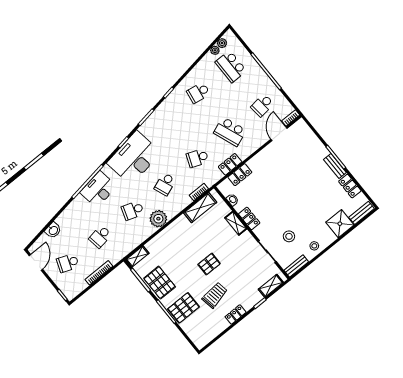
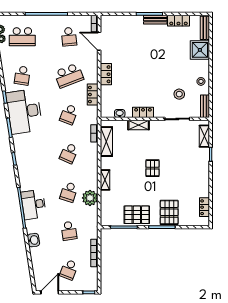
desk: (134, 158) -> (24, 111), moved
locker: (240, 175) -> (106, 74), moved
school desk: (165, 184) -> (69, 153), turned 45
plant: (158, 219) -> (90, 198), moved
washbasin: (53, 230) -> (33, 240), moved
shelving: (137, 257) -> (105, 180), moved
door: (36, 262) -> (50, 292), hinge flipped
trolley: (215, 295) -> (178, 182), removed
locker: (236, 315) -> (204, 207), moved

